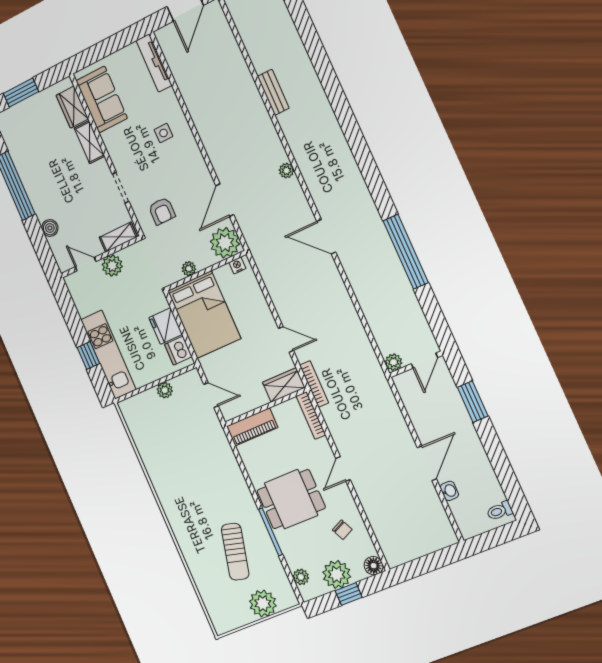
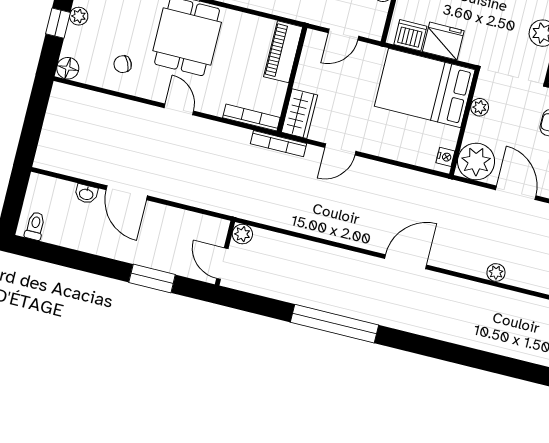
plant: (337, 574) -> (79, 16), width x0.53, depth x0.53

